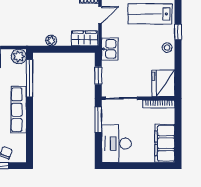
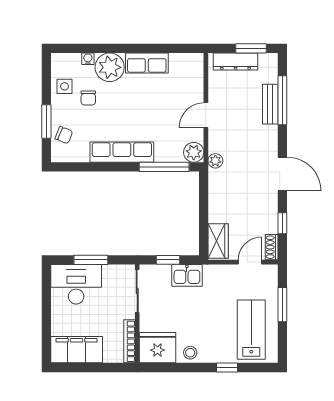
door: (100, 15) -> (250, 262), swing flipped
plant: (51, 40) -> (215, 161), moved
stool: (167, 48) -> (190, 353), moved
kitchen sink: (110, 49) -> (187, 275), moved
window: (98, 120) -> (91, 260), moved

